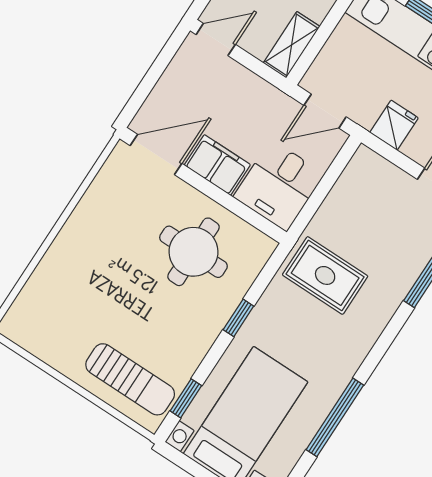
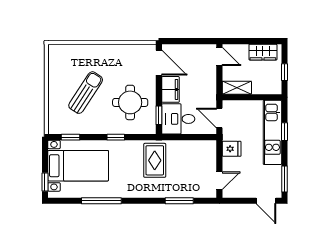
window: (250, 216) -> (159, 115), added
sun lounger: (130, 379) -> (86, 93), moved, turned -147

